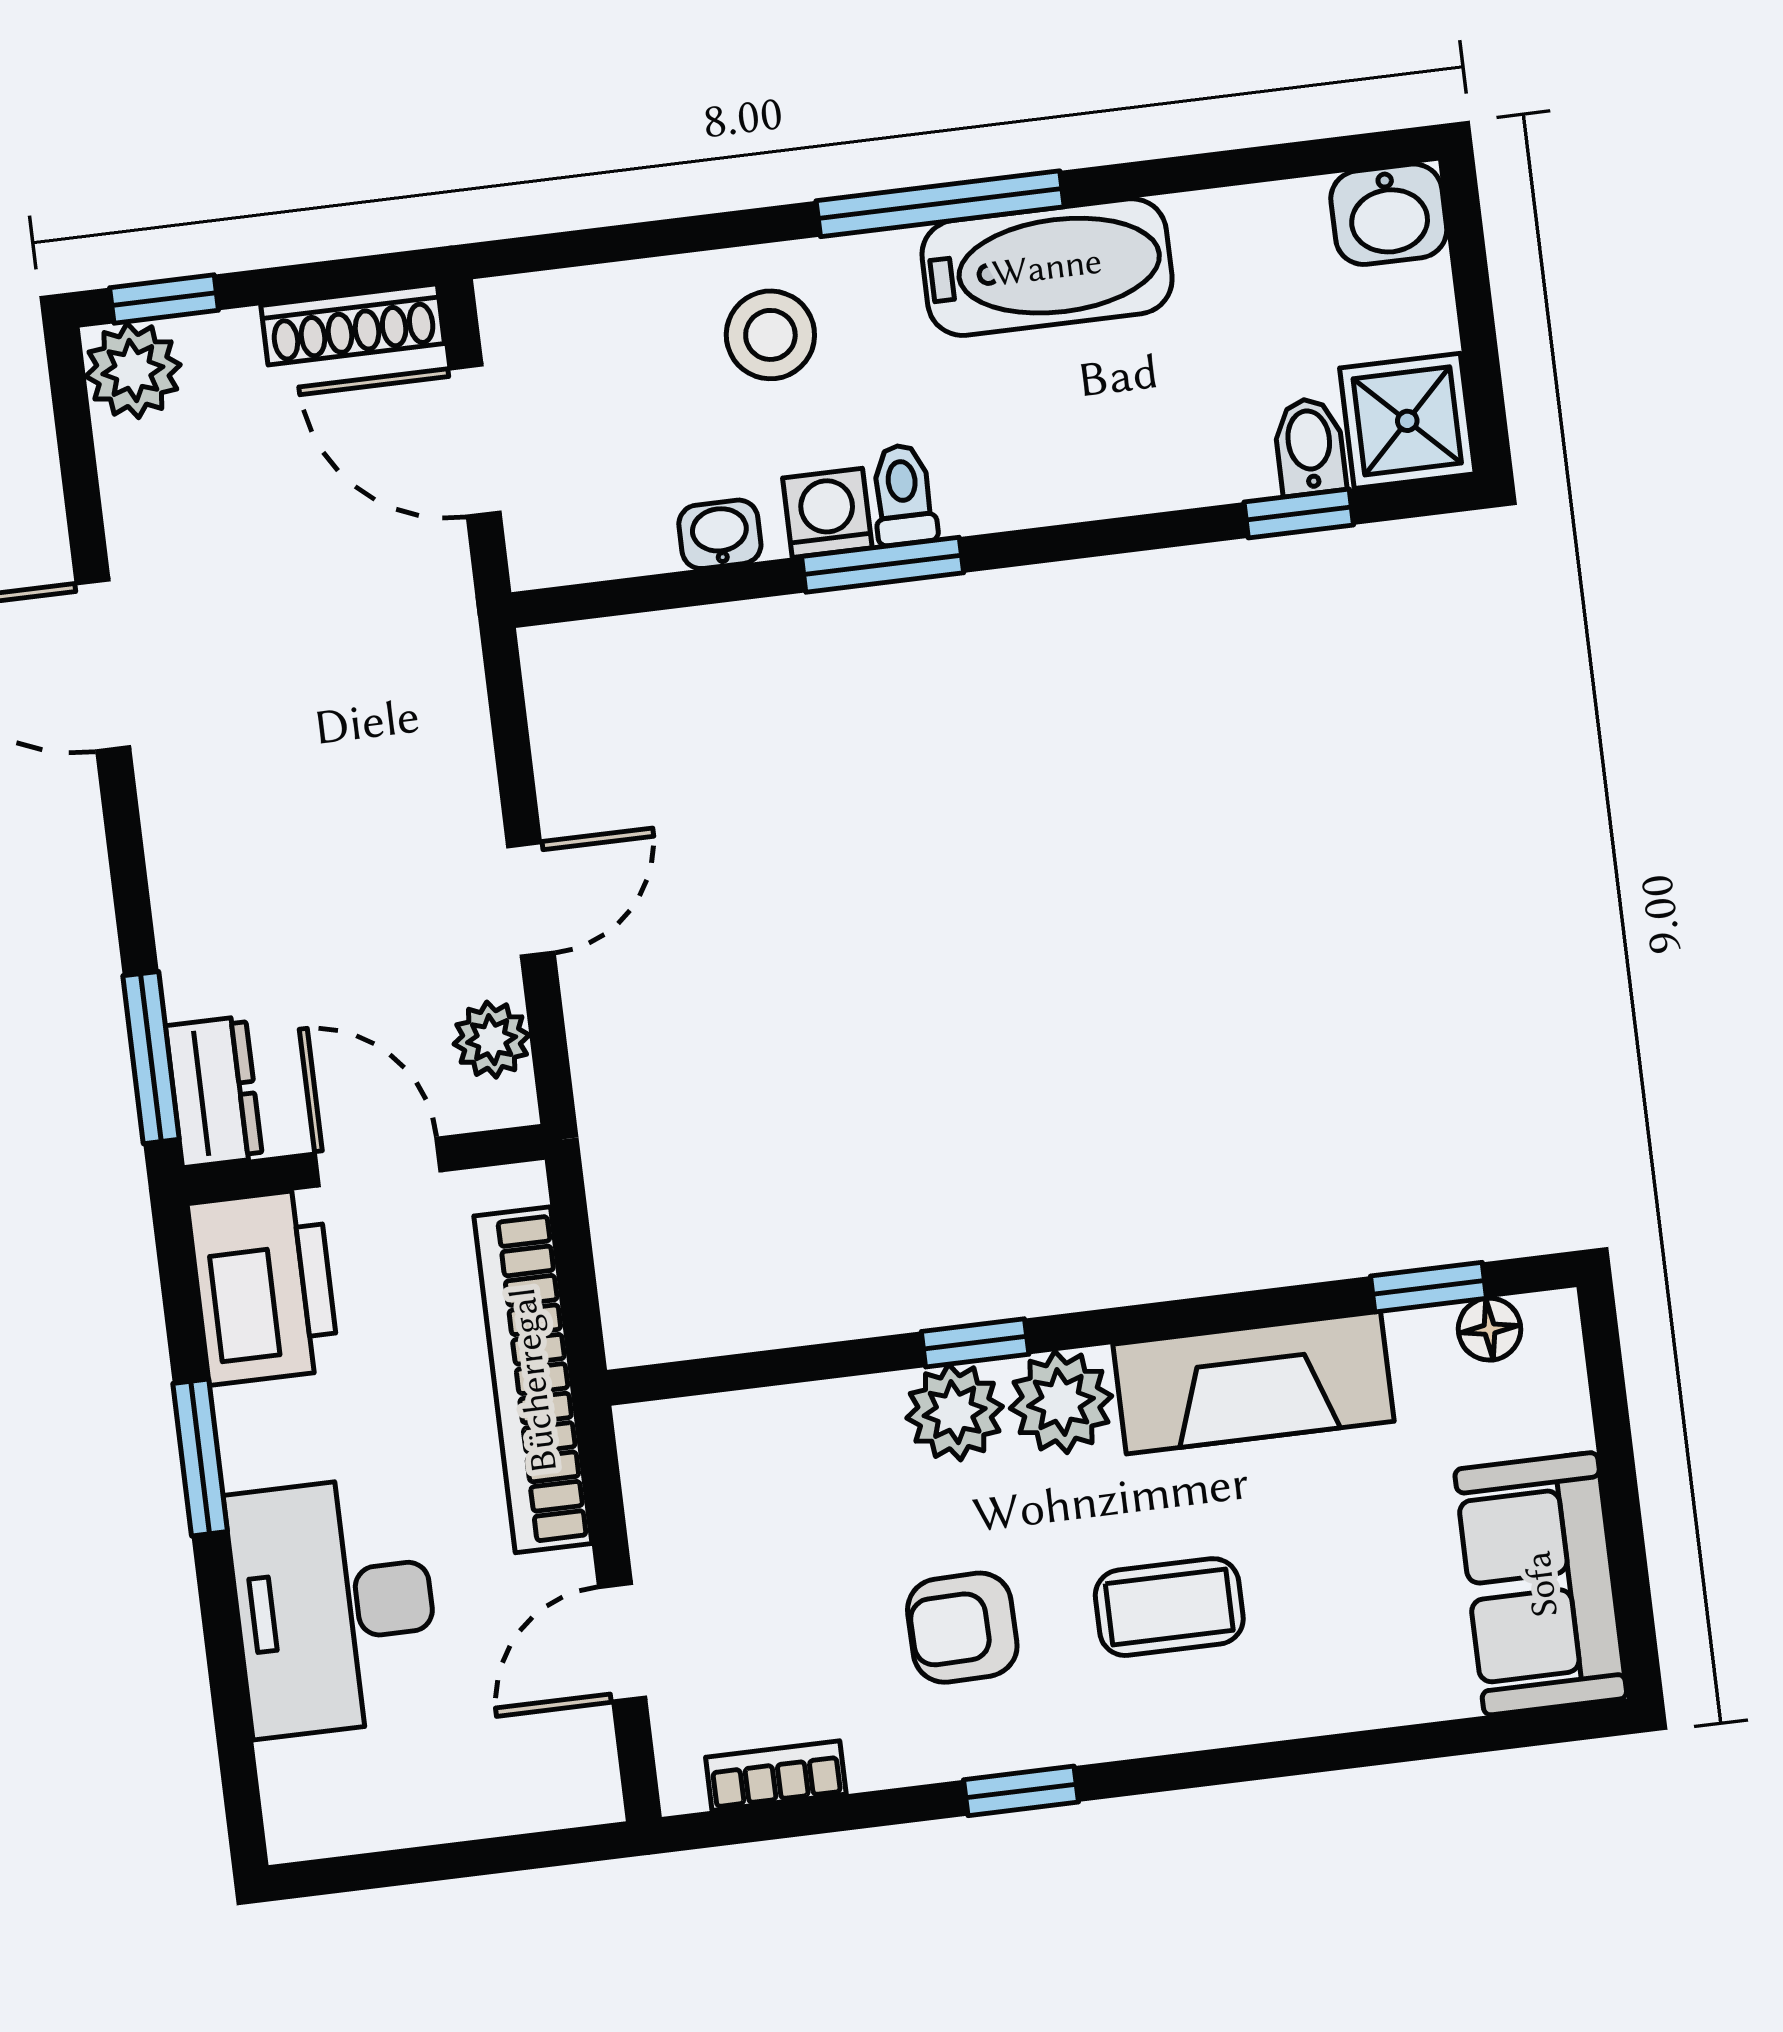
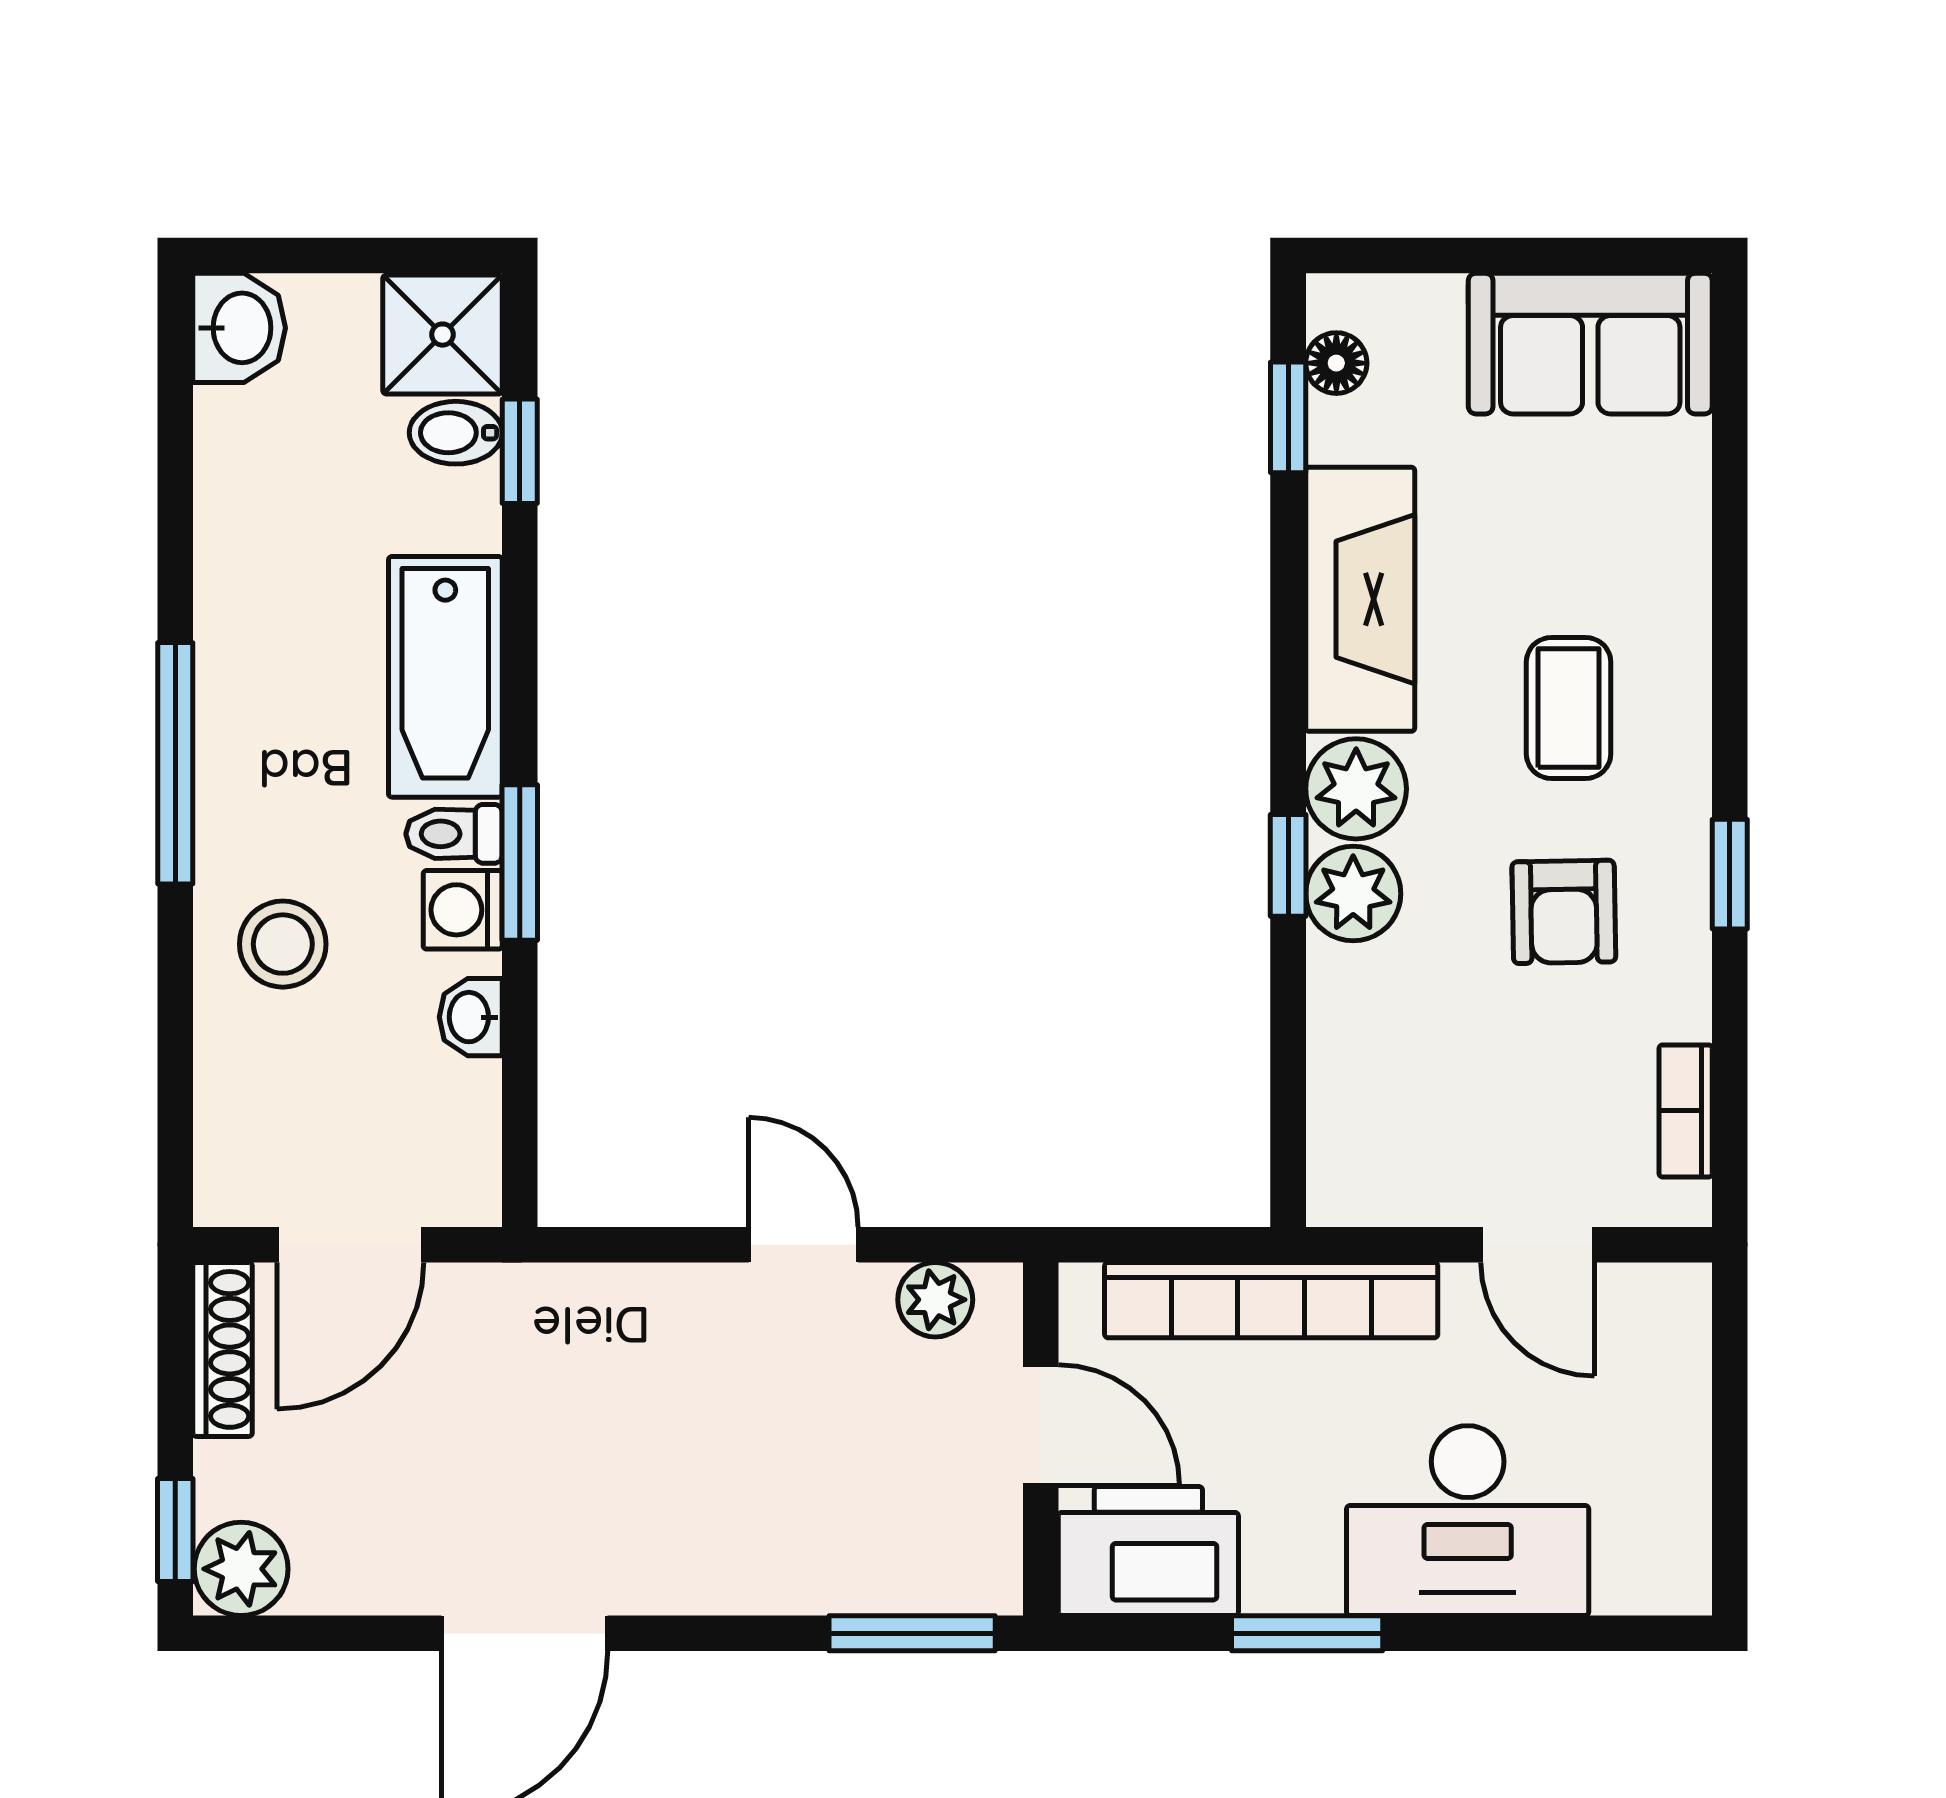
bathtub: (1047, 267) -> (445, 677), moved, turned 180
dresser: (214, 1092) -> (953, 1576), removed
door: (378, 1162) -> (1041, 1425), swing flipped

